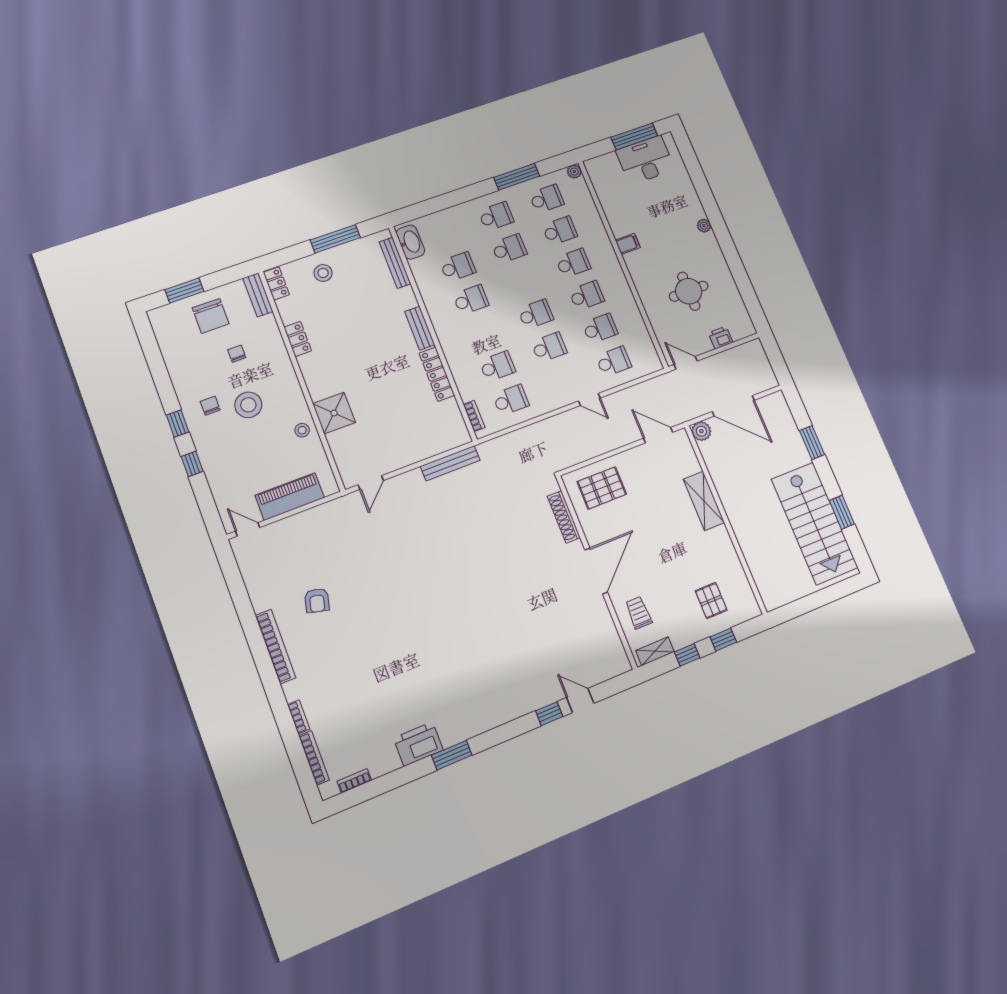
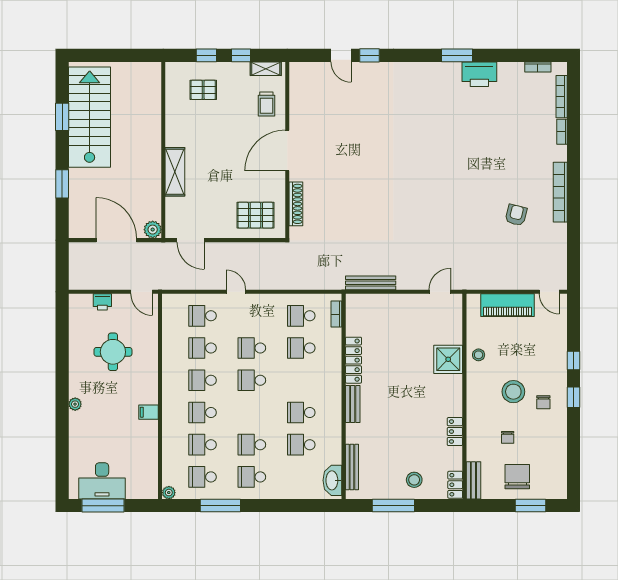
pallet: (711, 600) -> (203, 90), turned 90

